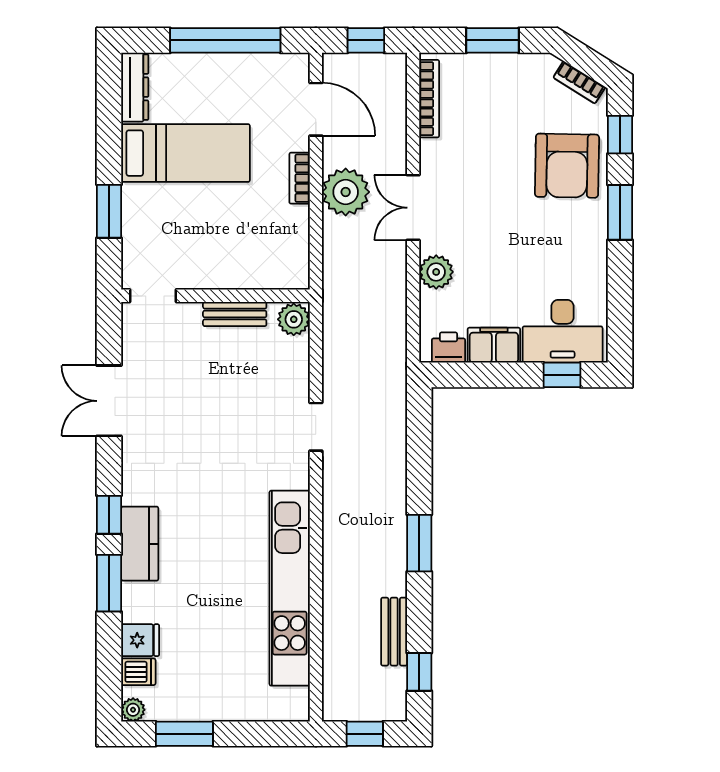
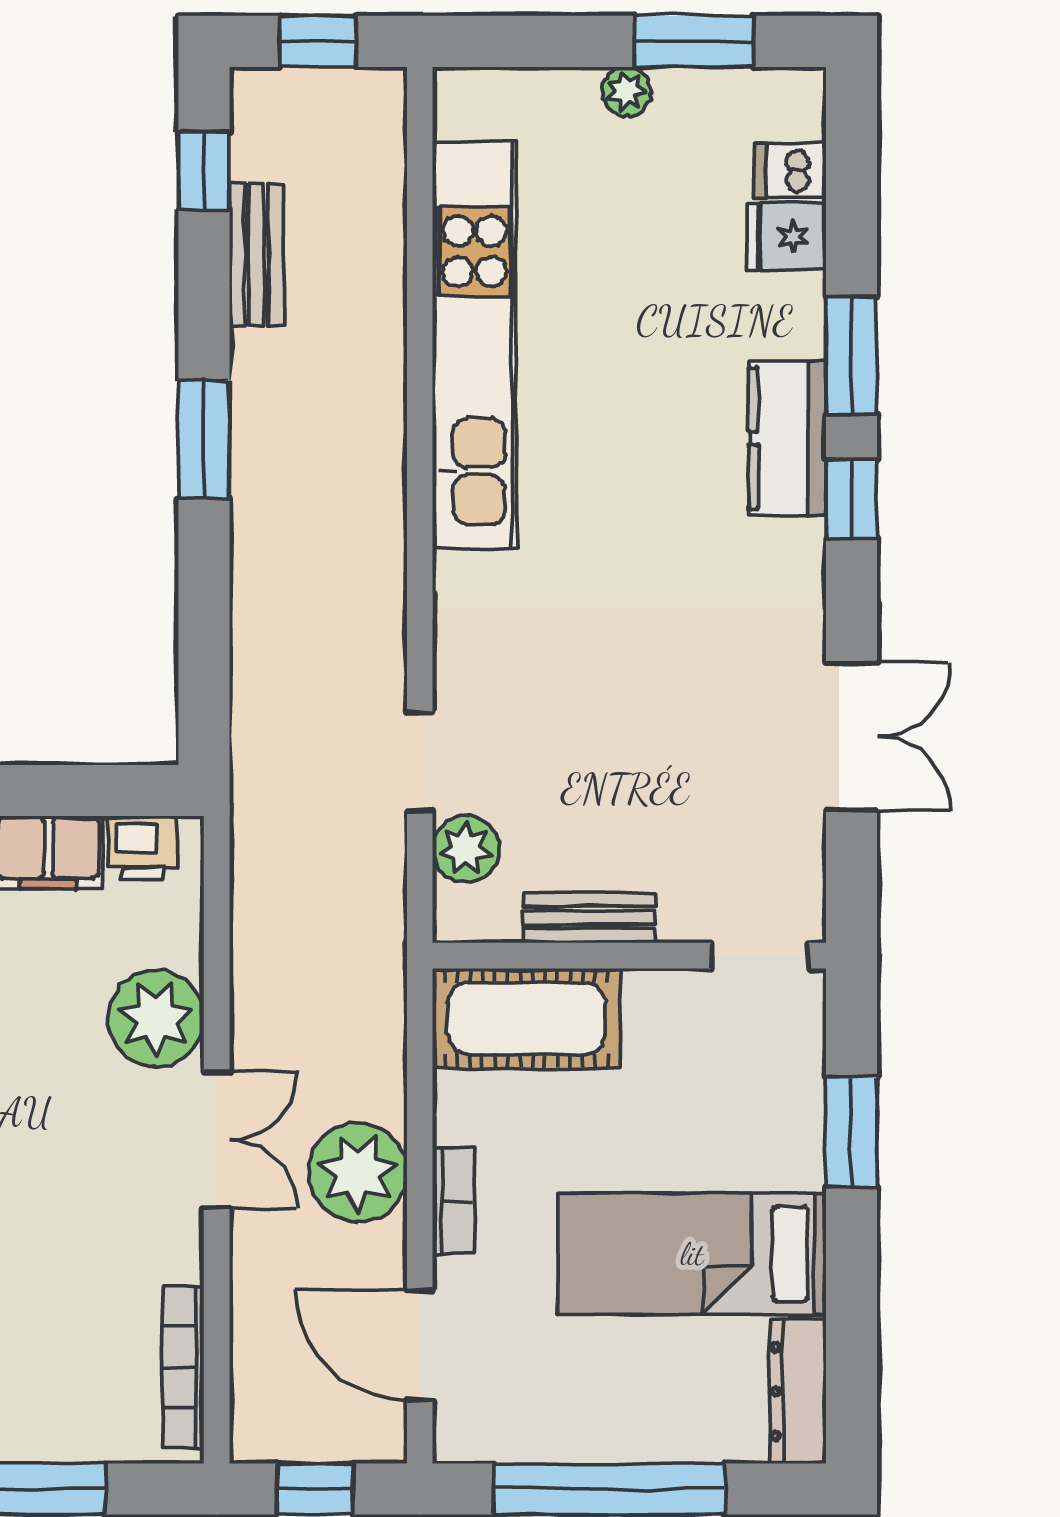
cot: (265, 266) -> (526, 1018), added
plant: (436, 272) -> (156, 1018), width x1.36, depth x1.36
plant: (294, 319) -> (466, 849), moved
doorway: (316, 427) -> (420, 762), moved
plant: (133, 710) -> (626, 91), moved

